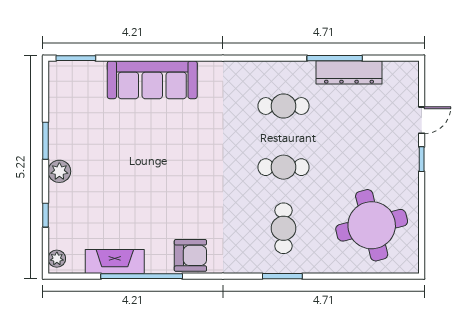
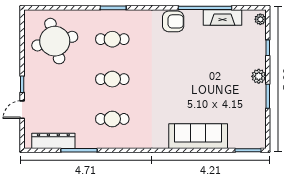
dresser: (349, 72) -> (53, 141), moved
cafe table: (284, 228) -> (112, 39), turned 90
armchair: (190, 255) -> (173, 21), turned 180

